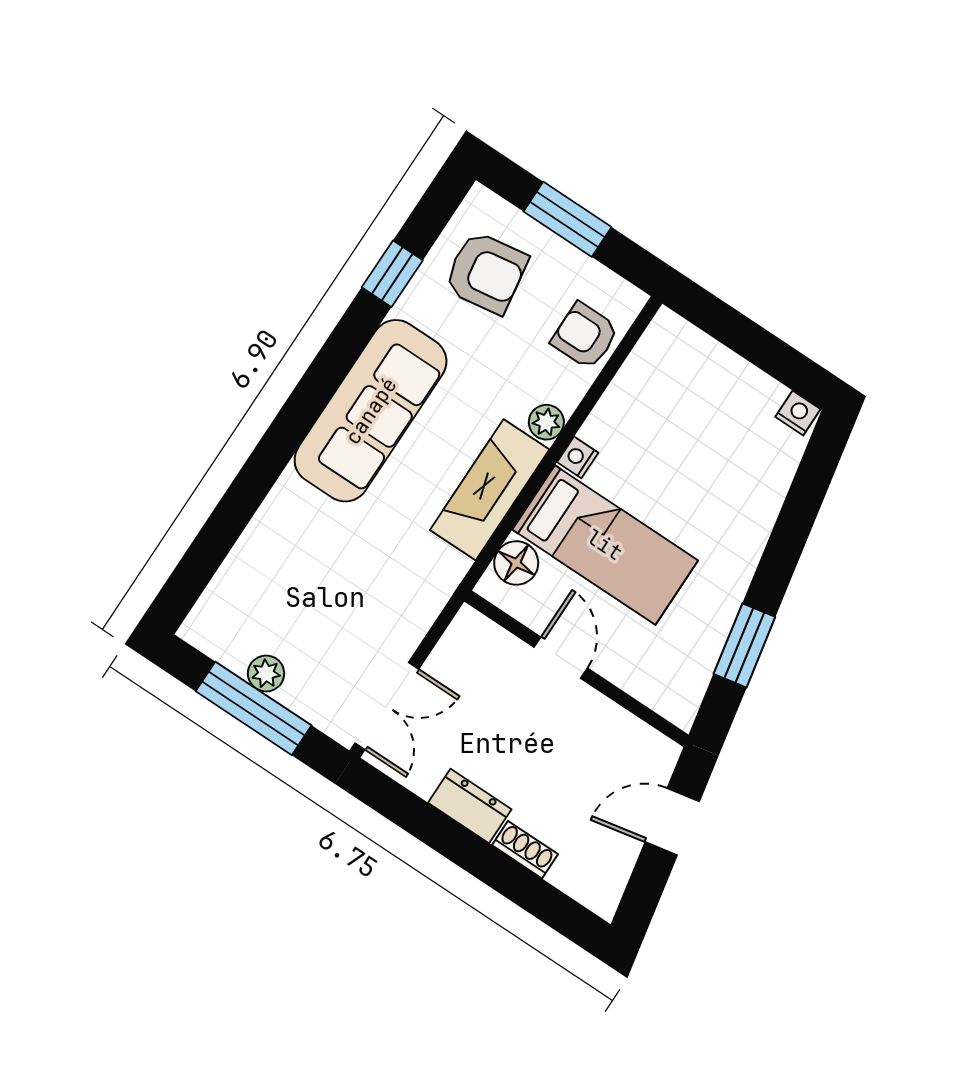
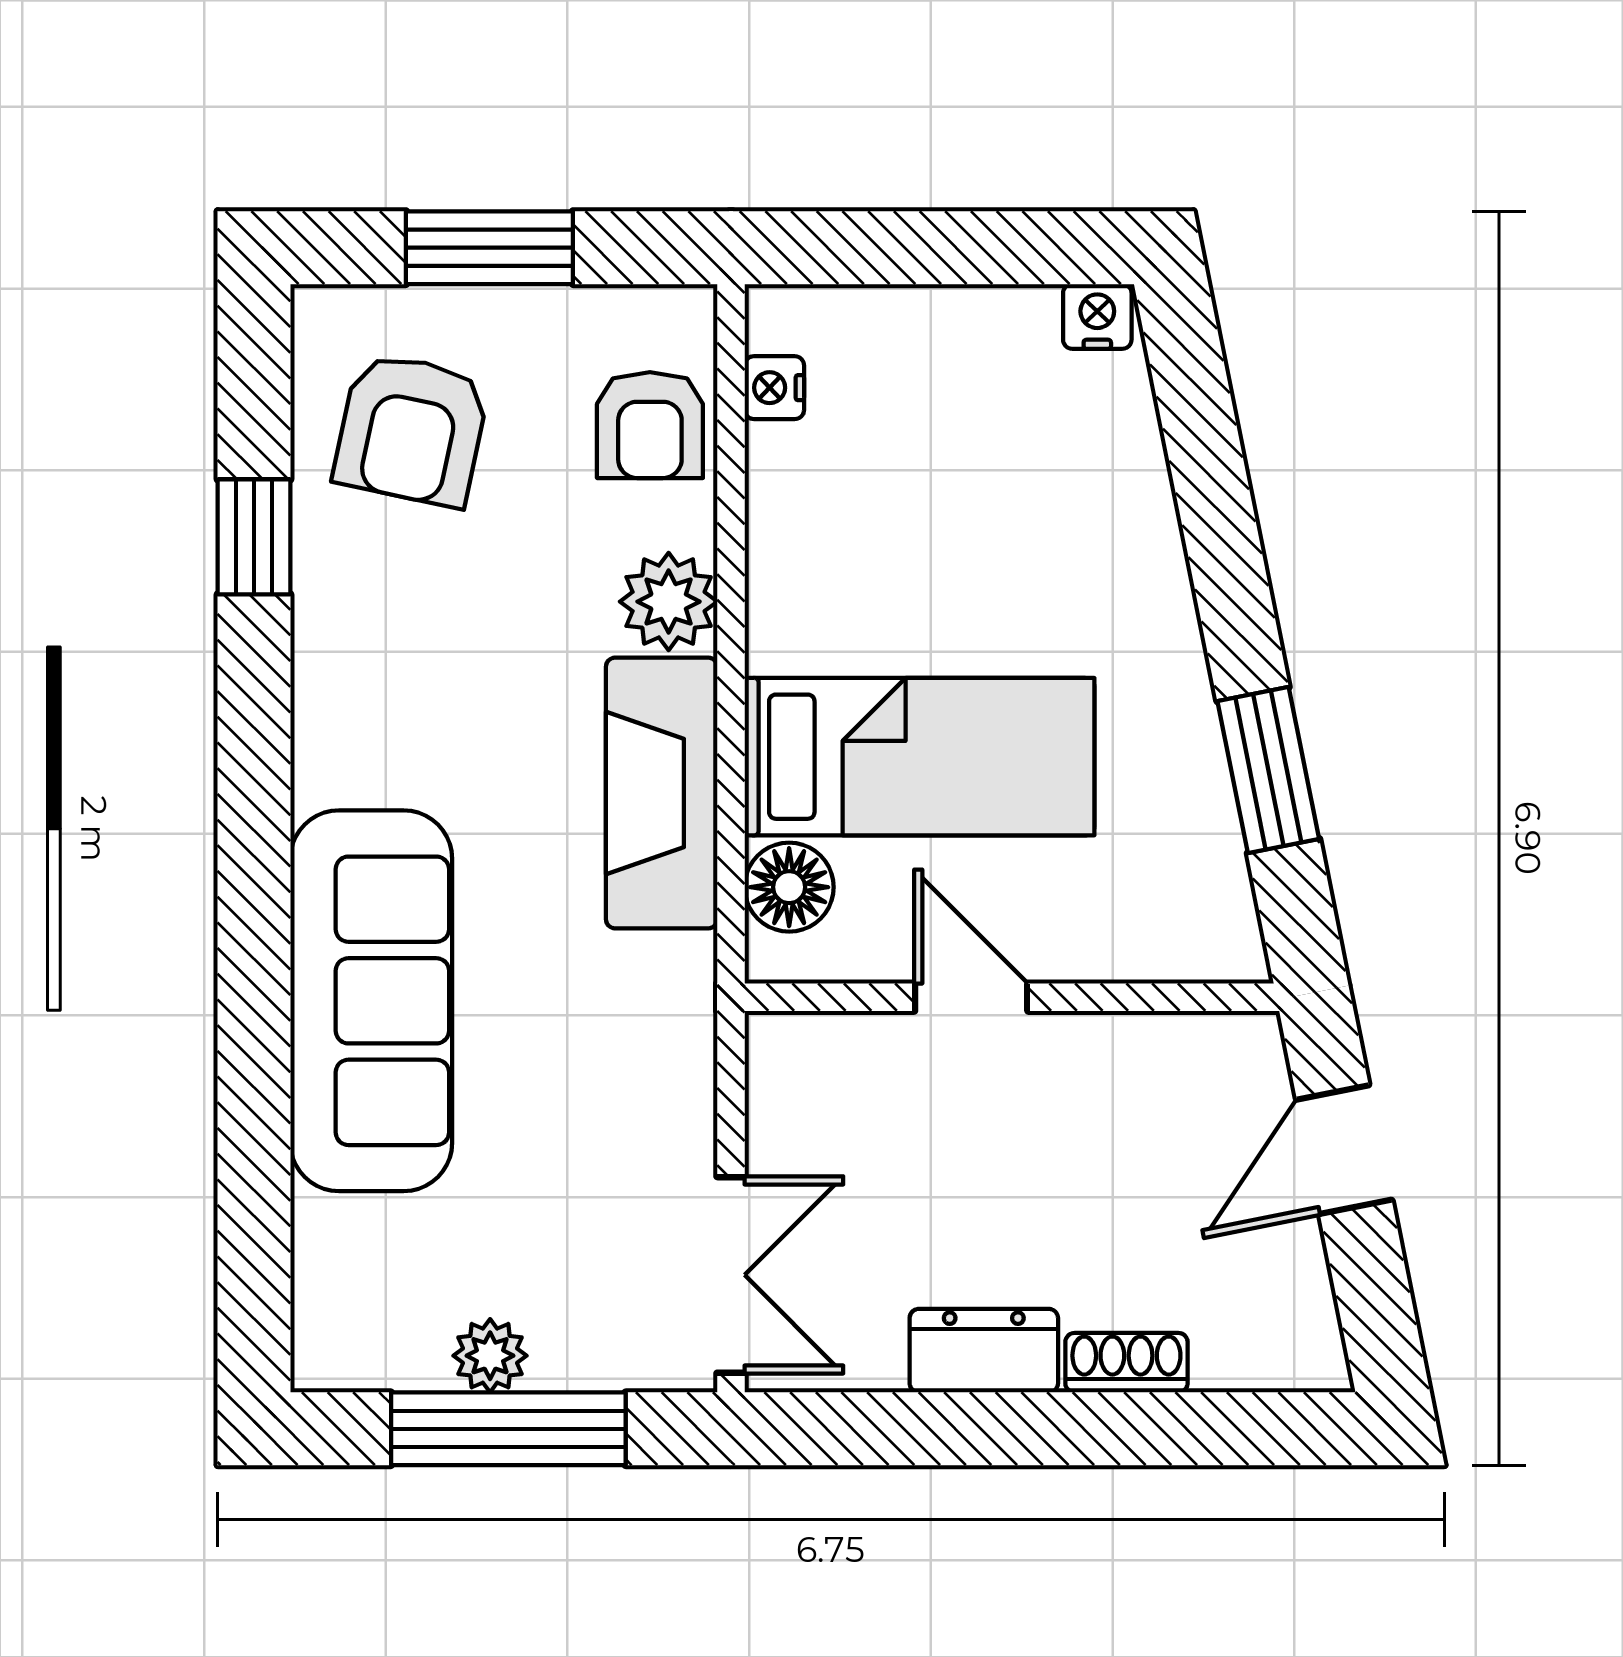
armchair: (486, 273) -> (412, 429), turned 111
armchair: (585, 336) -> (650, 425), turned -90
sofa: (371, 411) -> (371, 1001), moved
plant: (546, 422) -> (669, 602), width x1.38, depth x1.38
nightstand: (578, 457) -> (774, 388), moved

